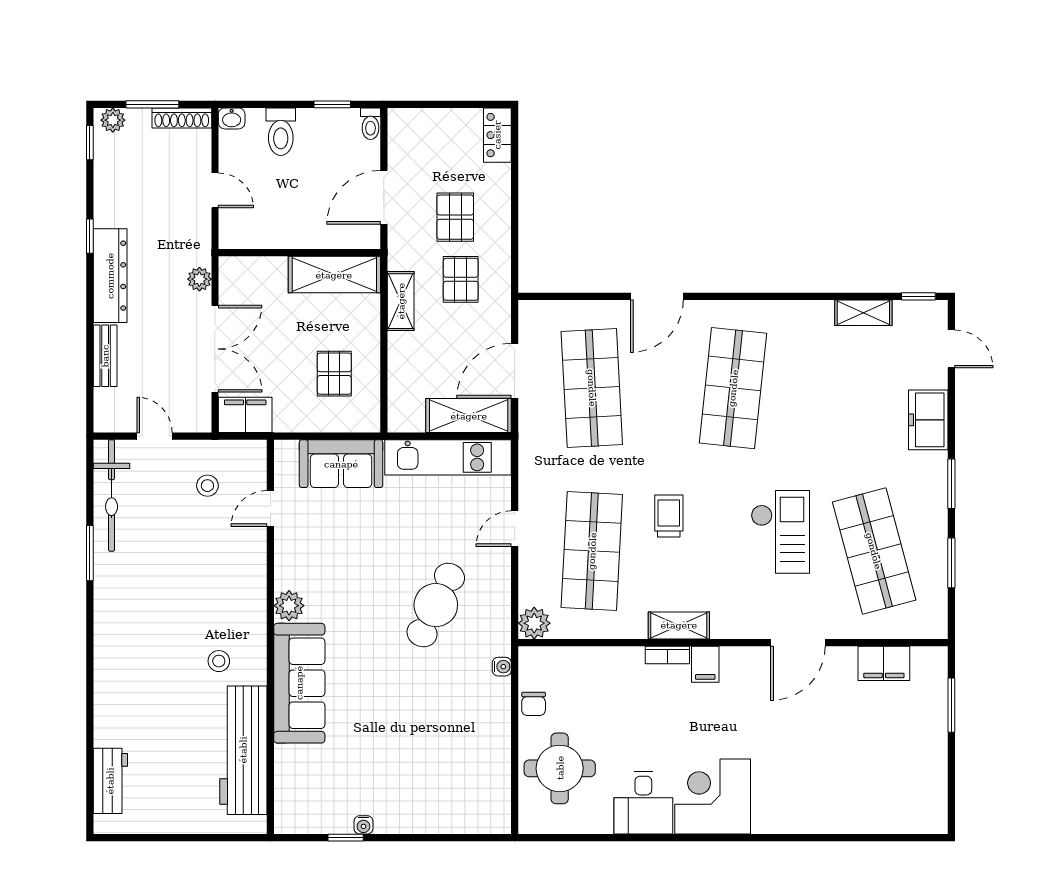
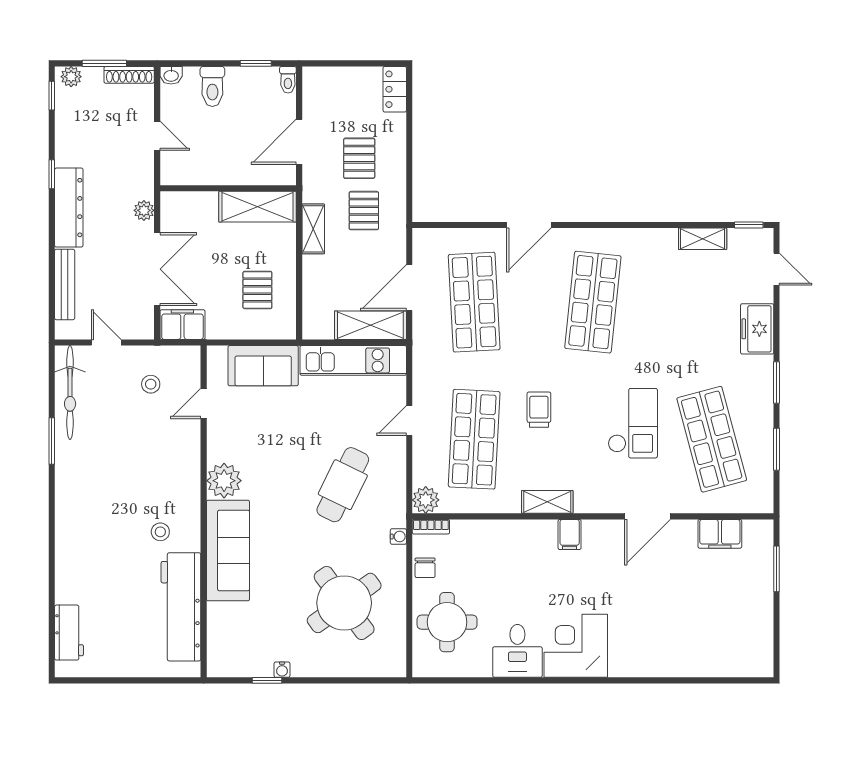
bench: (105, 356) -> (65, 284), width x1.36
plant: (289, 606) -> (224, 481), width x1.36, depth x1.36
bookcase: (667, 655) -> (431, 527), moved
round table: (437, 746) -> (344, 603), added

